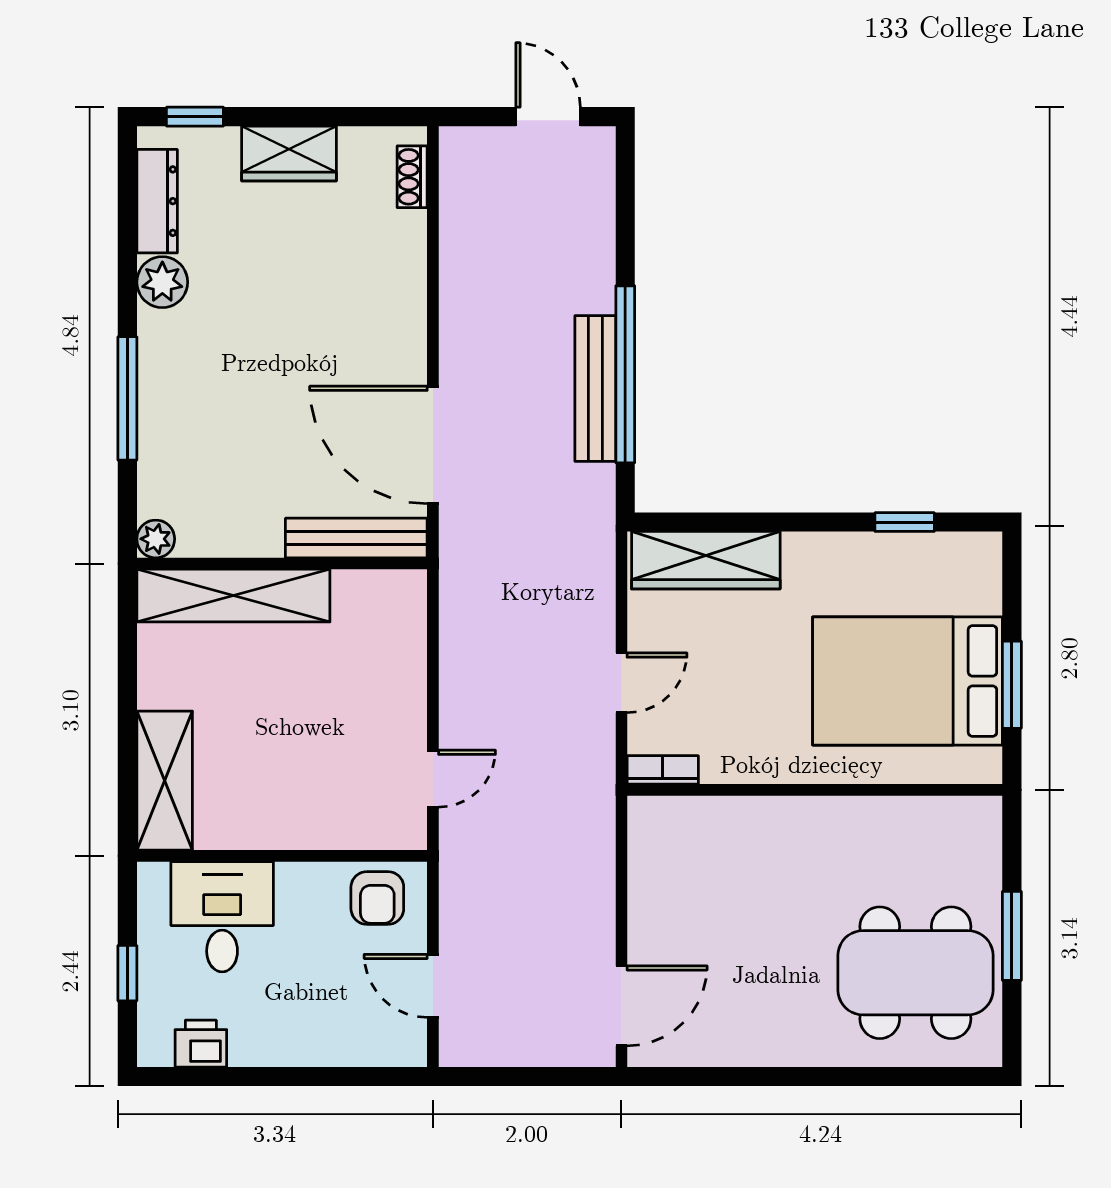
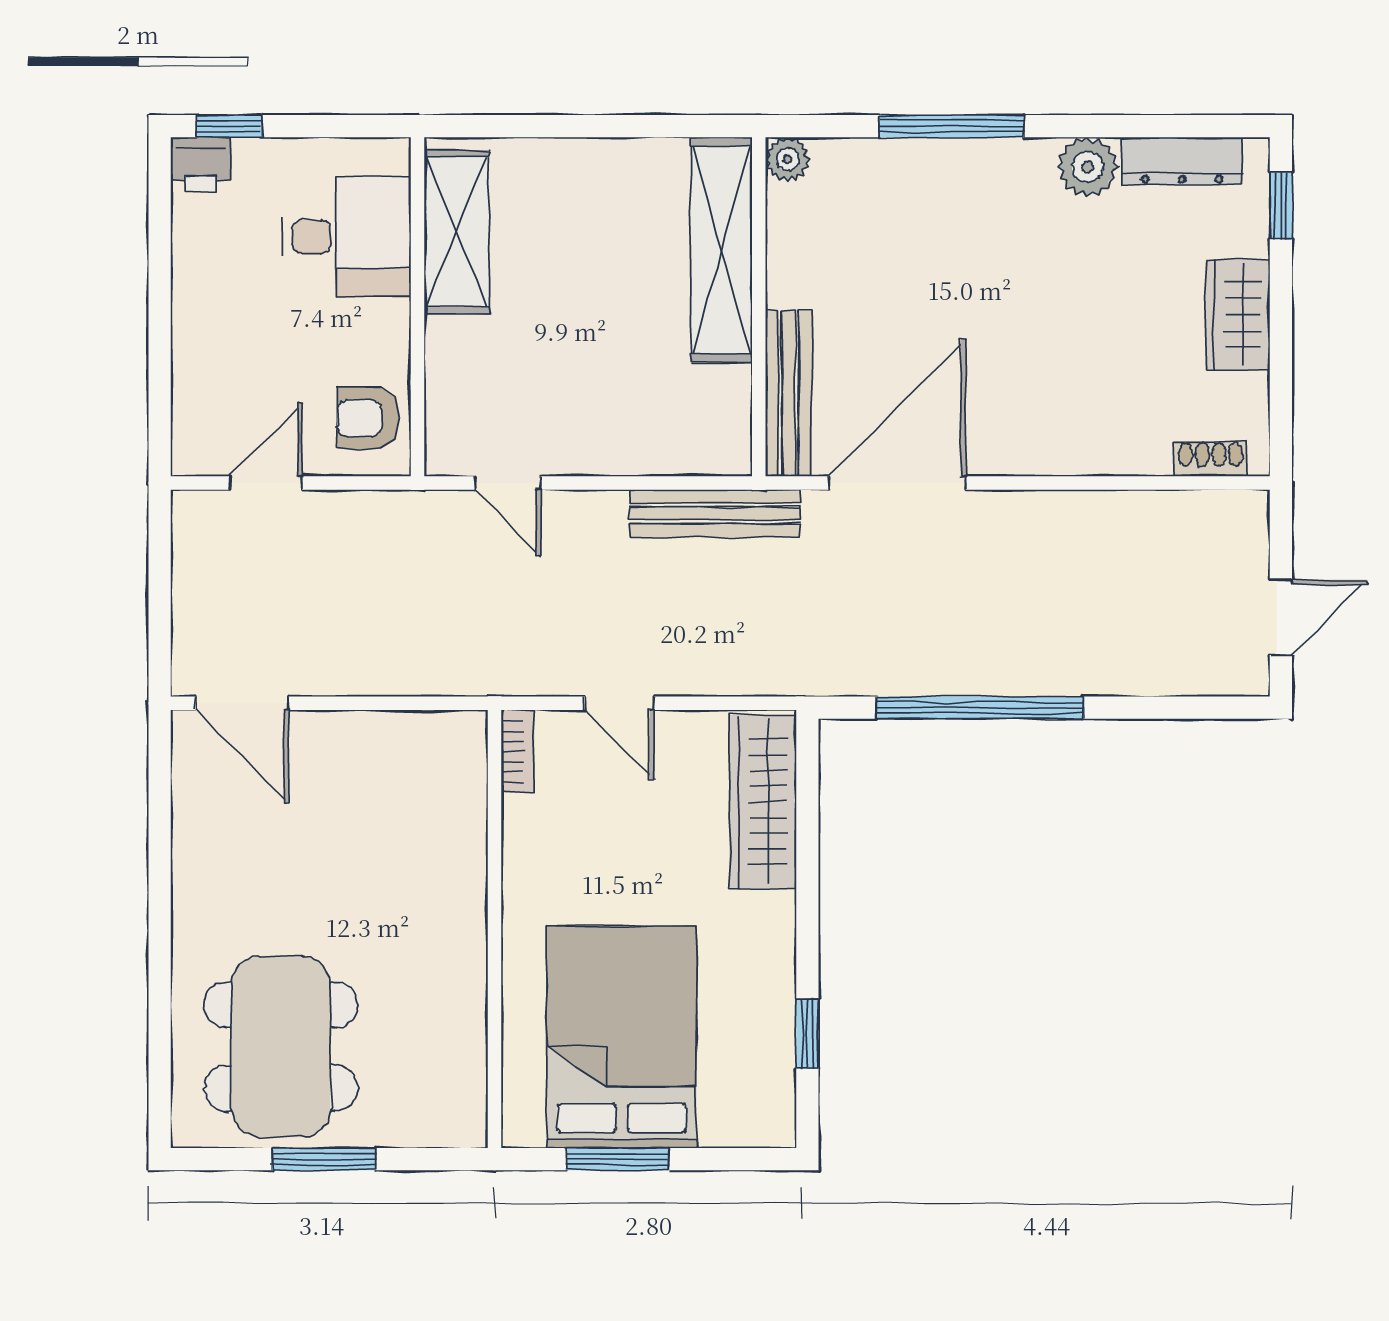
bench: (595, 388) -> (715, 513), moved
shelving: (165, 781) -> (457, 232), moved, turned 90
window: (127, 973) -> (229, 126), moved
printer: (201, 1044) -> (201, 165), moved, turned 90

